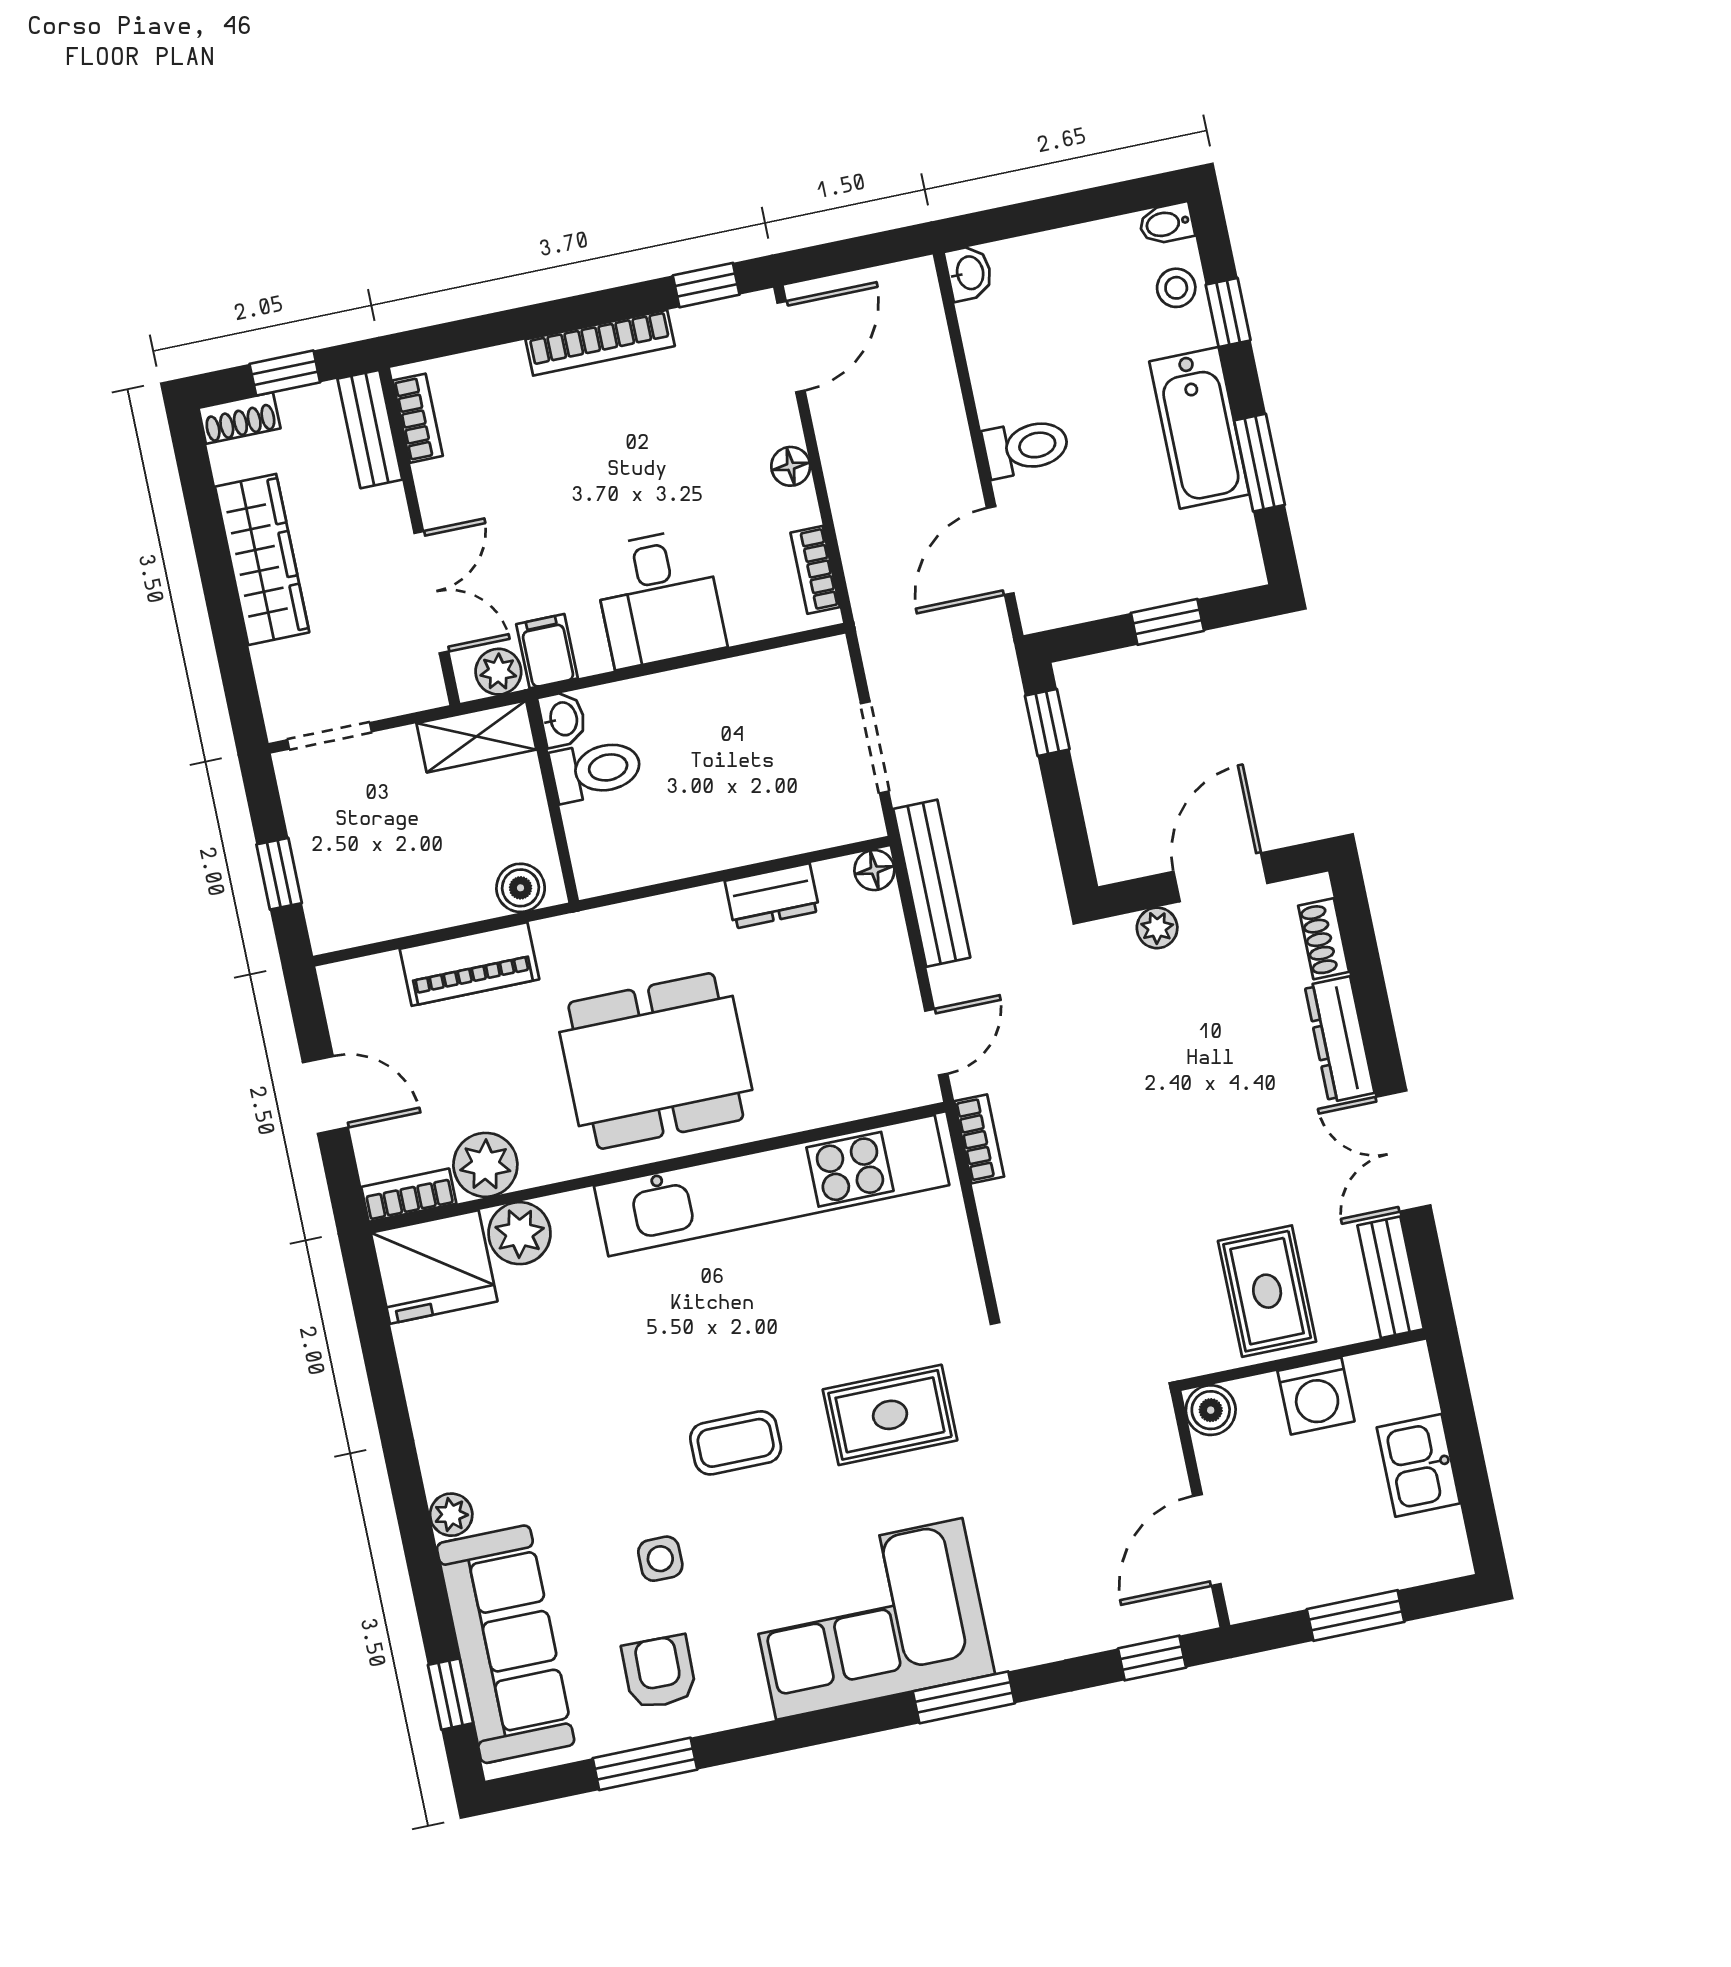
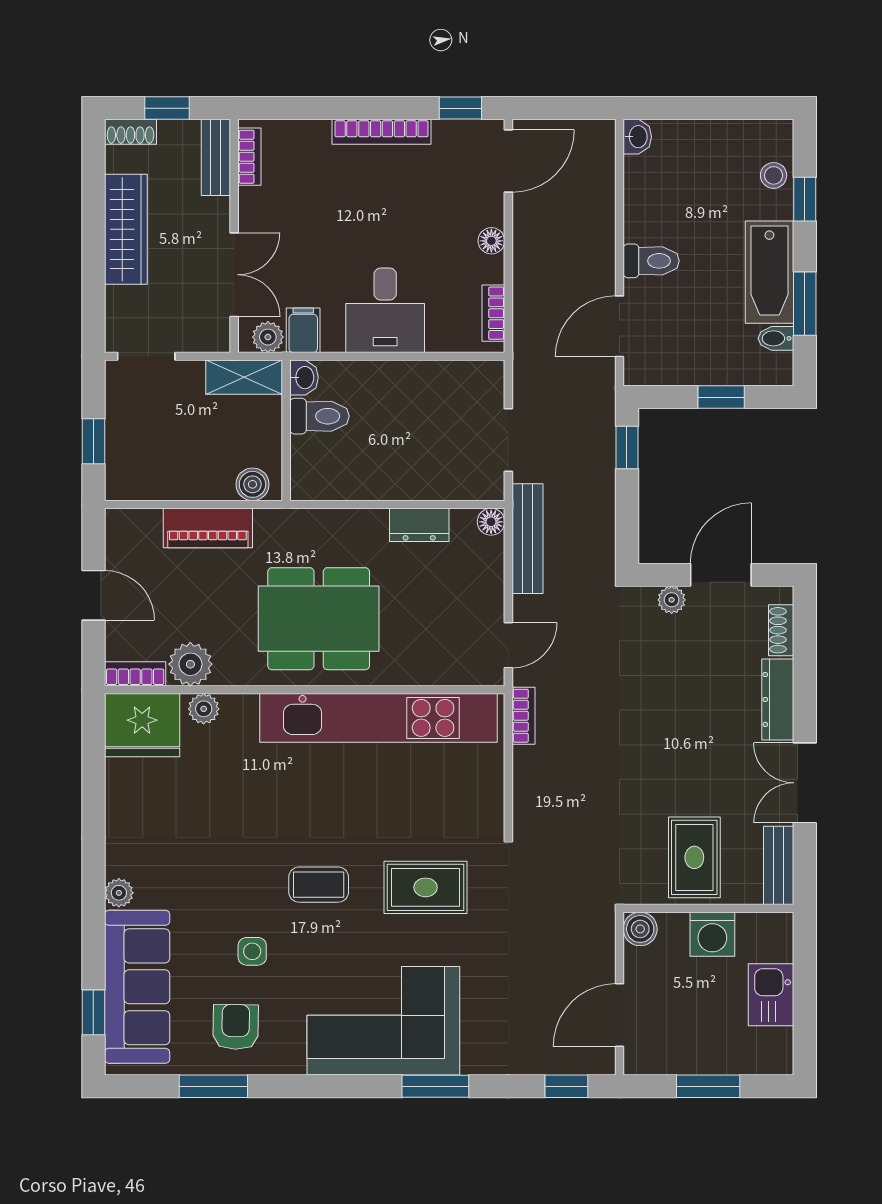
bidet: (1166, 224) -> (776, 338), moved
plant: (519, 1233) -> (204, 709), width x0.73, depth x0.73

